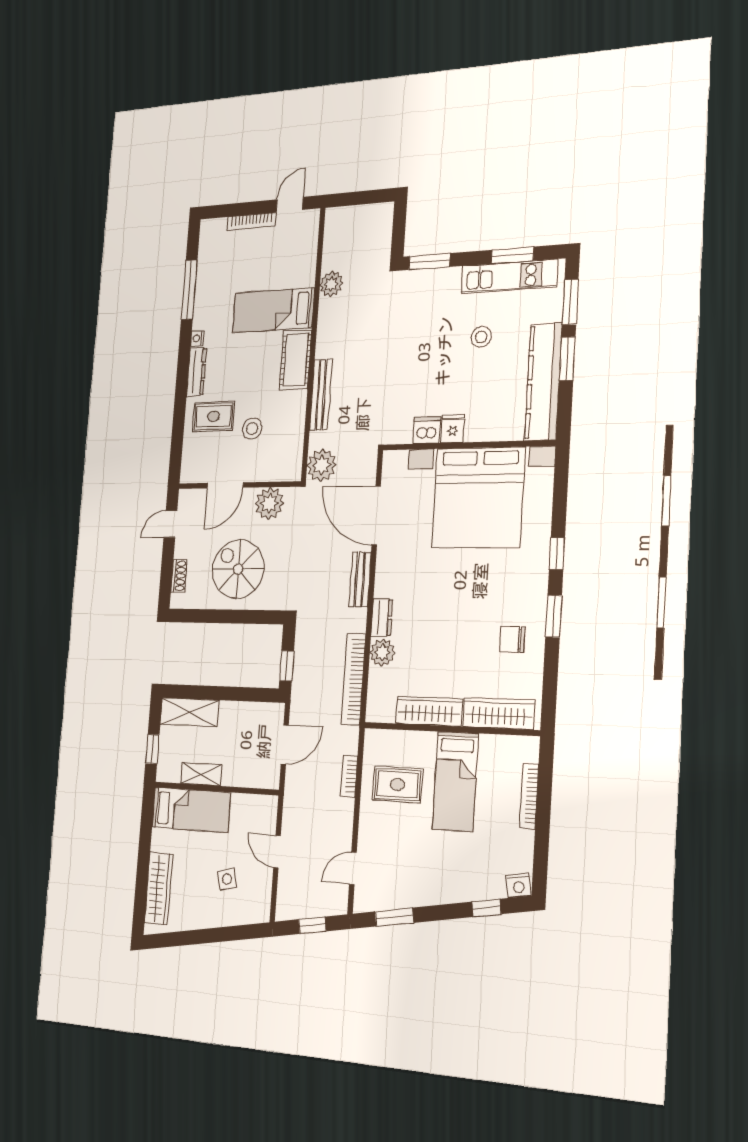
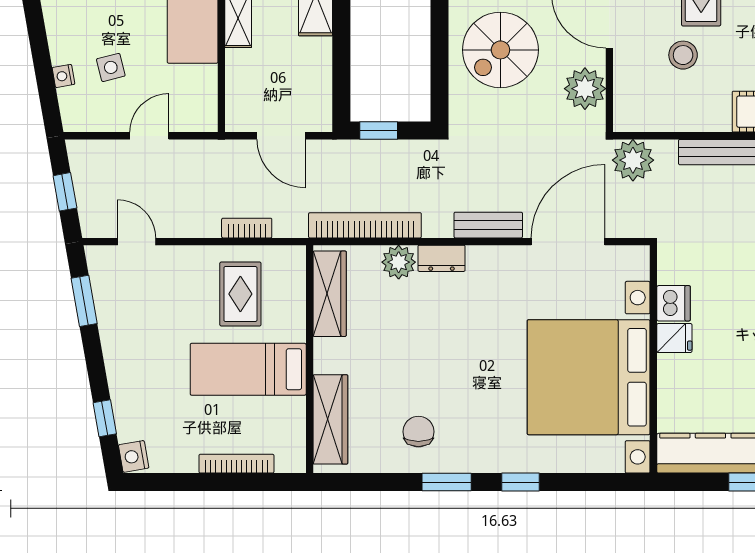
spiral stairs: (238, 569) -> (500, 50), turned 180
wardrobe: (429, 711) -> (330, 294), moved
nightstand: (230, 918) -> (63, 76), added

